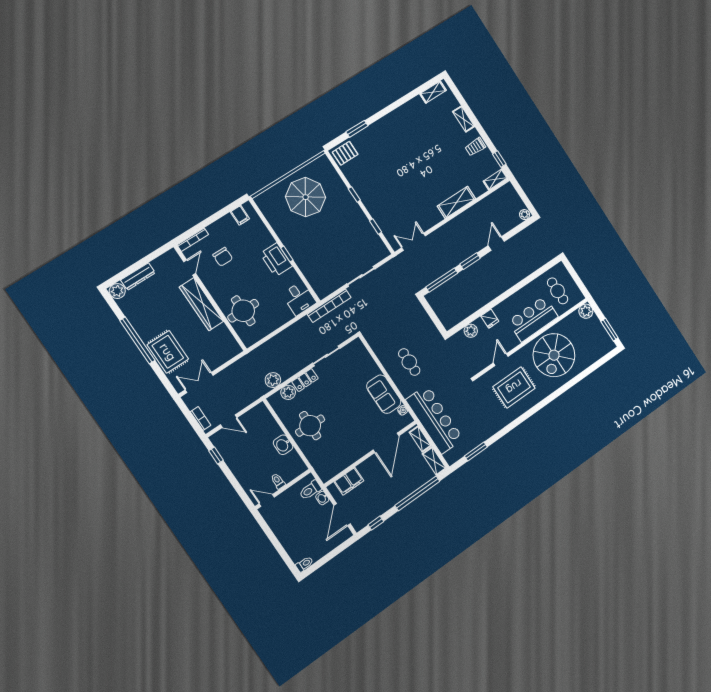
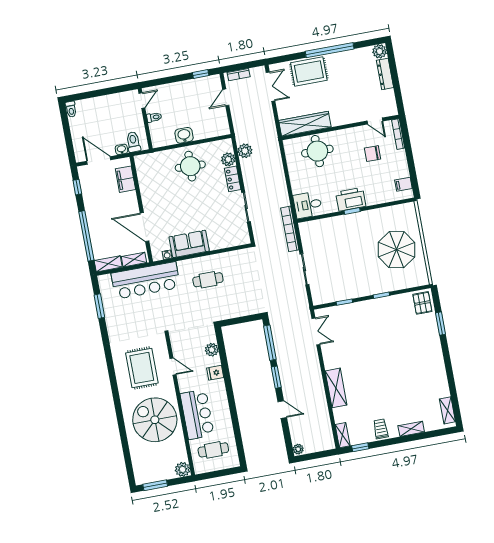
wardrobe: (201, 304) -> (305, 124), moved

